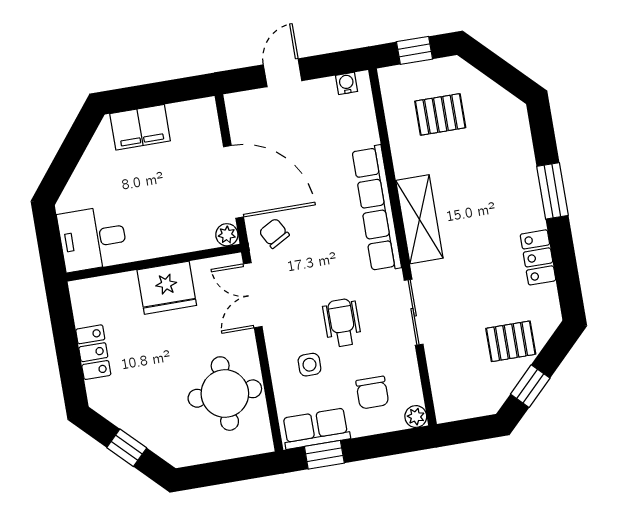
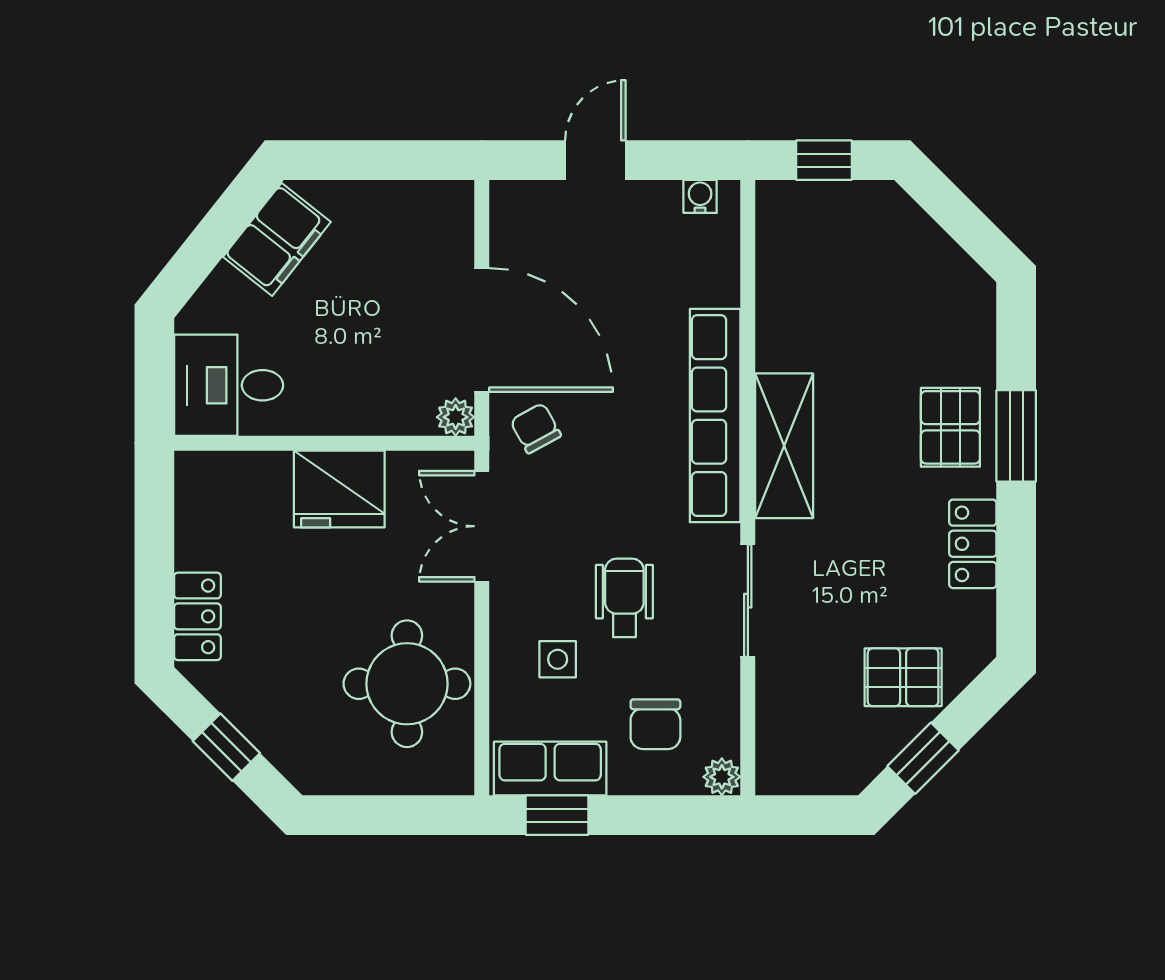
pallet: (440, 114) -> (950, 427), moved, turned 90
filing cabinet: (140, 127) -> (277, 239), moved, turned -52
locker: (93, 352) -> (197, 616), moved

